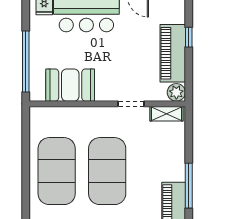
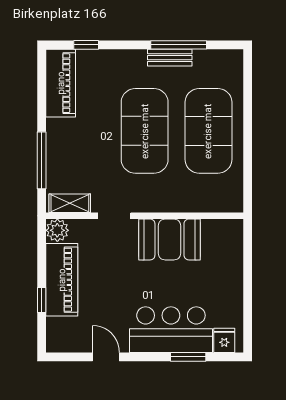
window: (26, 62) -> (248, 269), removed
booth: (70, 85) -> (169, 239), moved
window: (189, 186) -> (42, 160), moved

